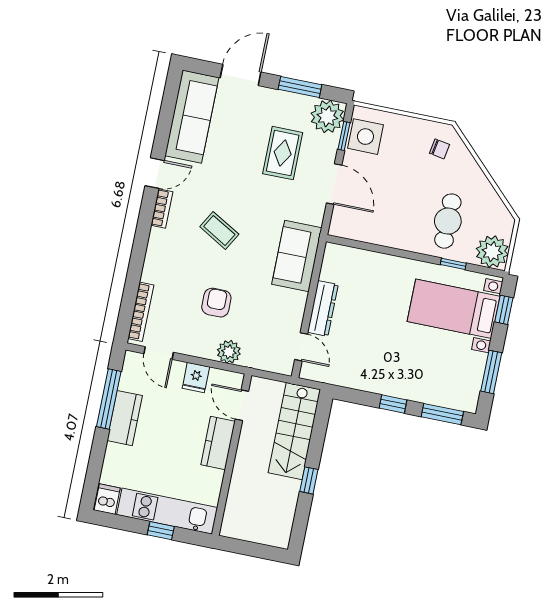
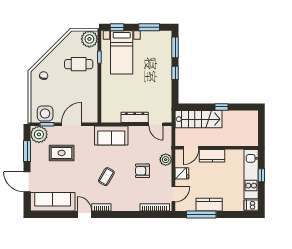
door: (301, 347) -> (156, 124), swing flipped

